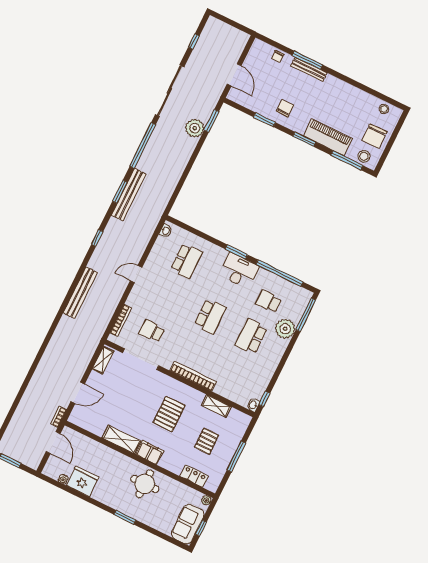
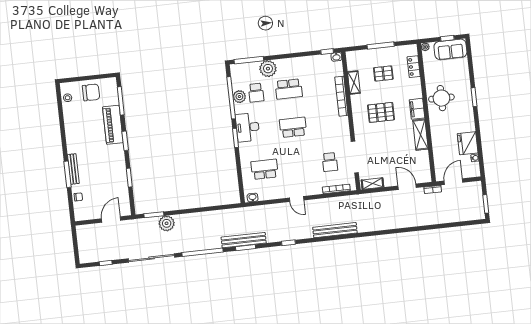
chair: (285, 108) -> (112, 168), removed
stool: (364, 156) -> (110, 91), removed
plant: (275, 282) -> (239, 97), added
bookcase: (193, 376) -> (341, 96), moved

